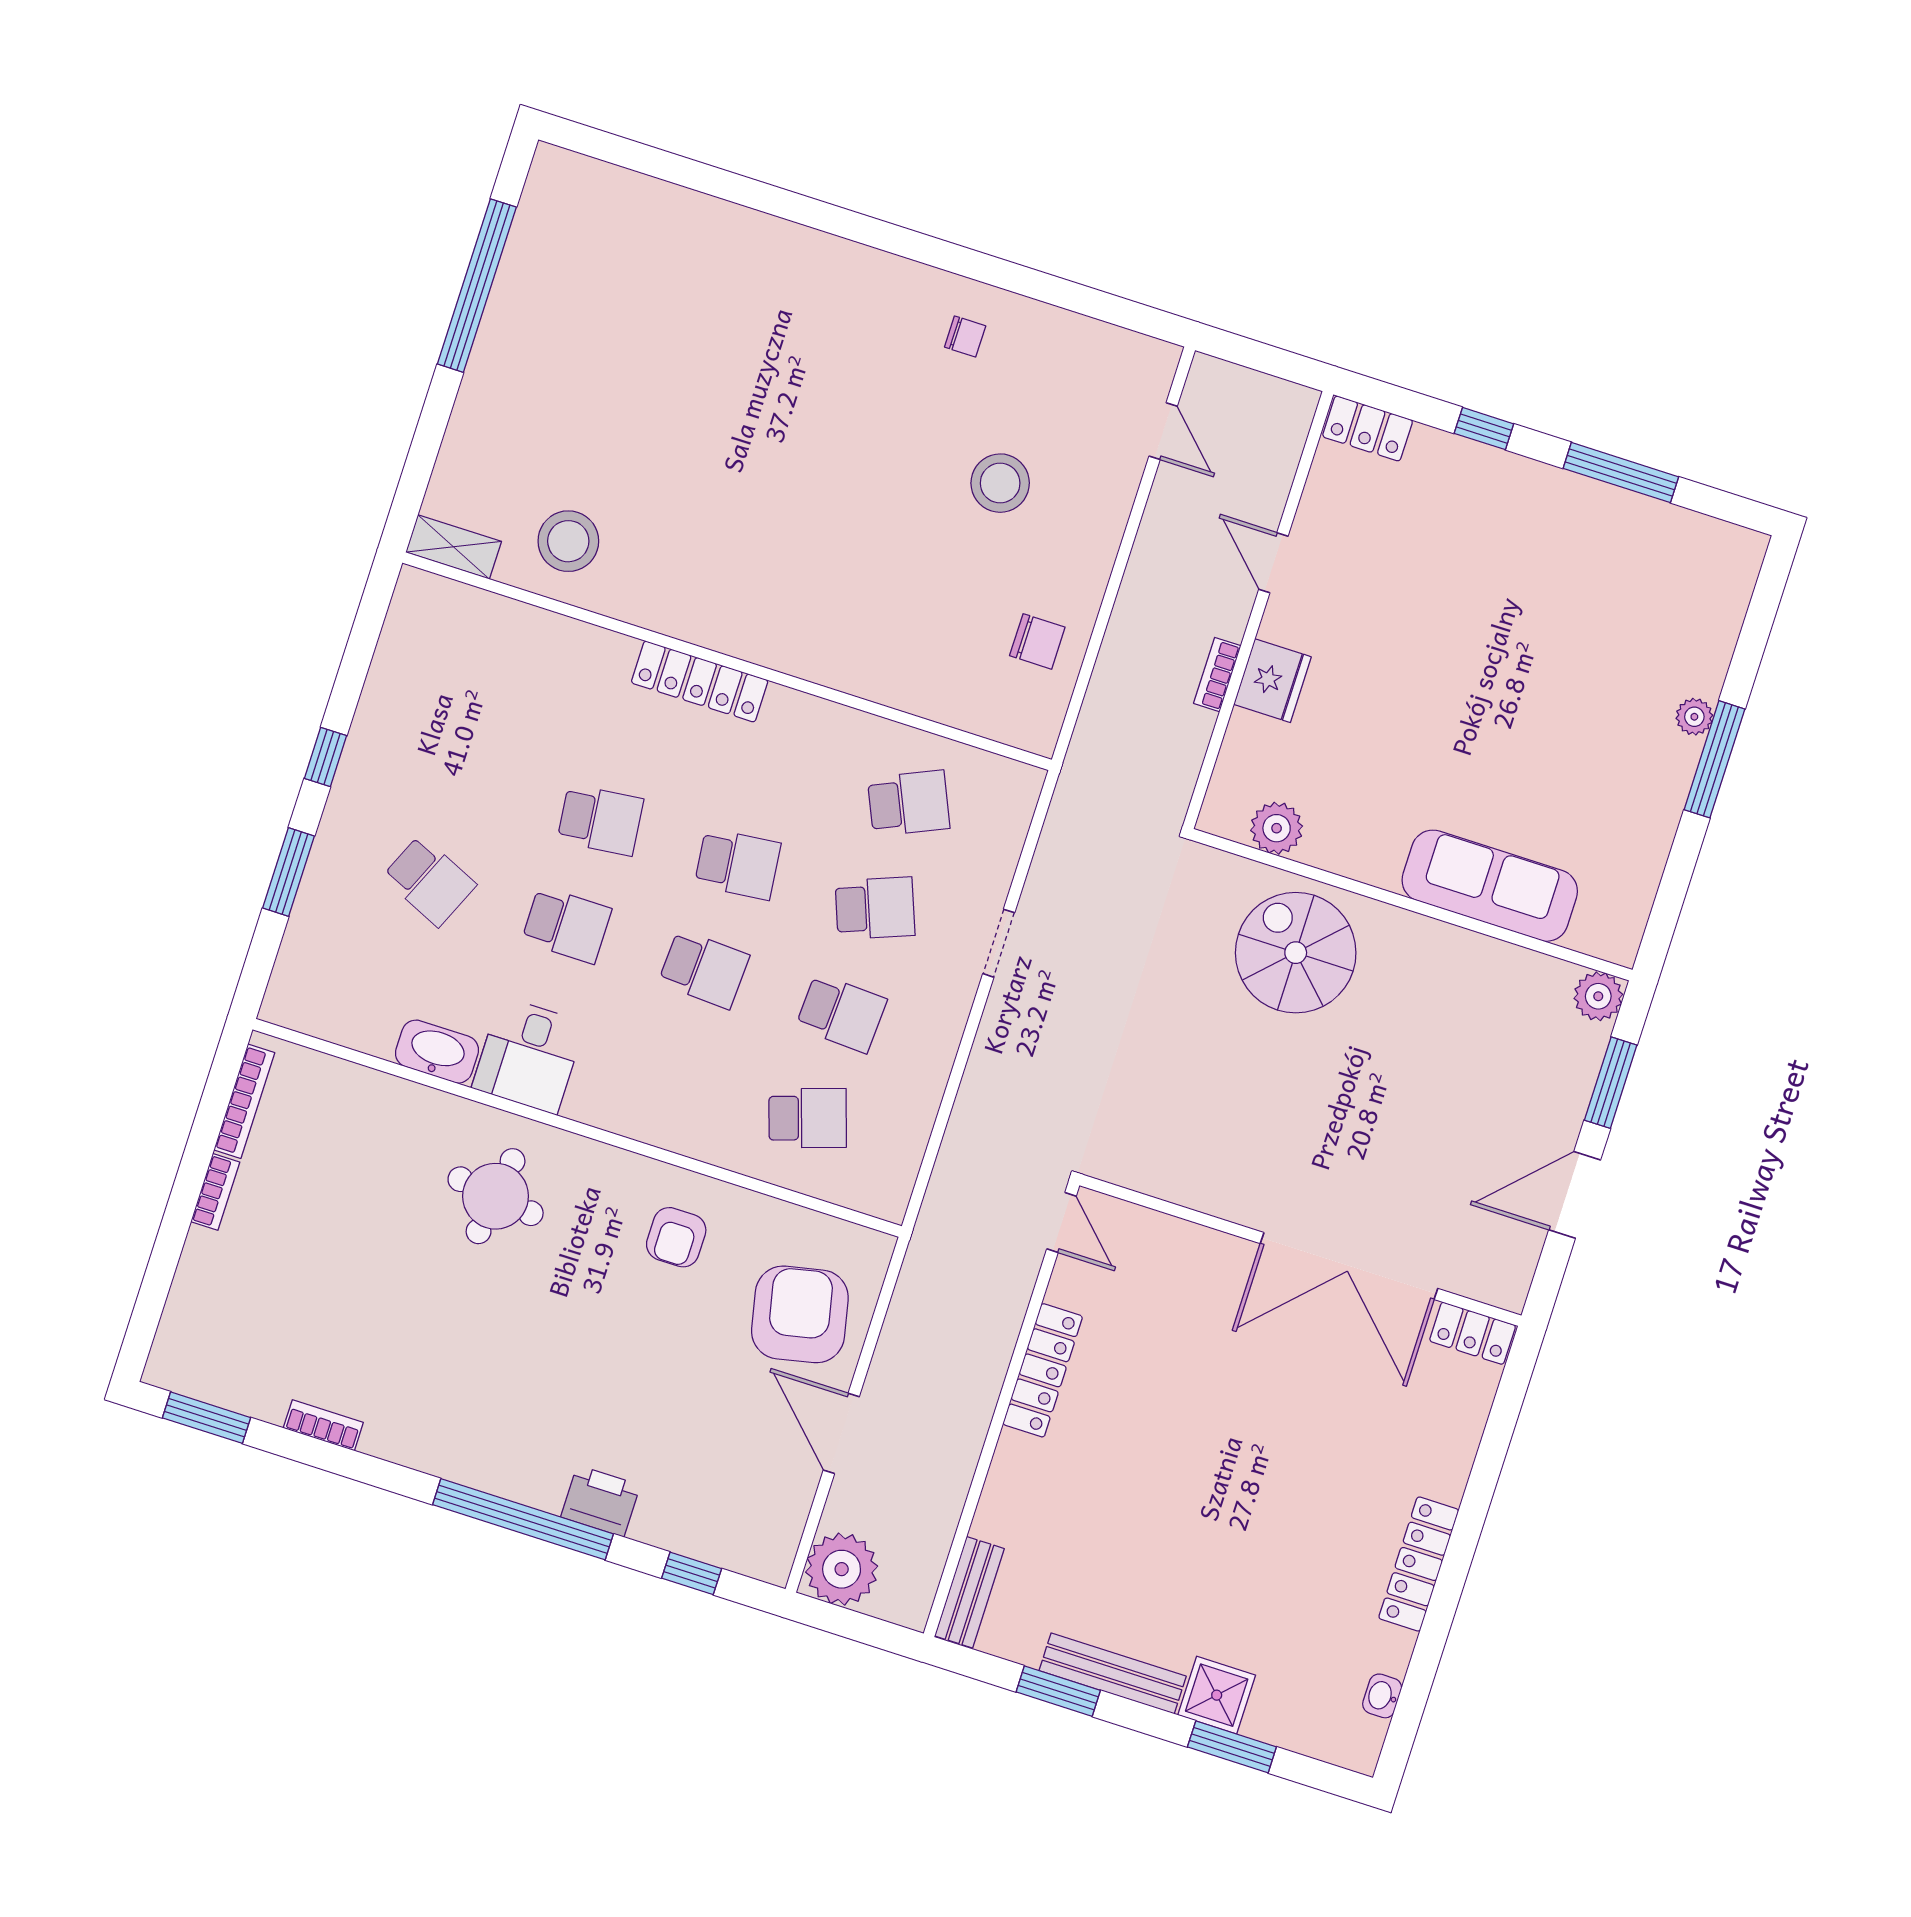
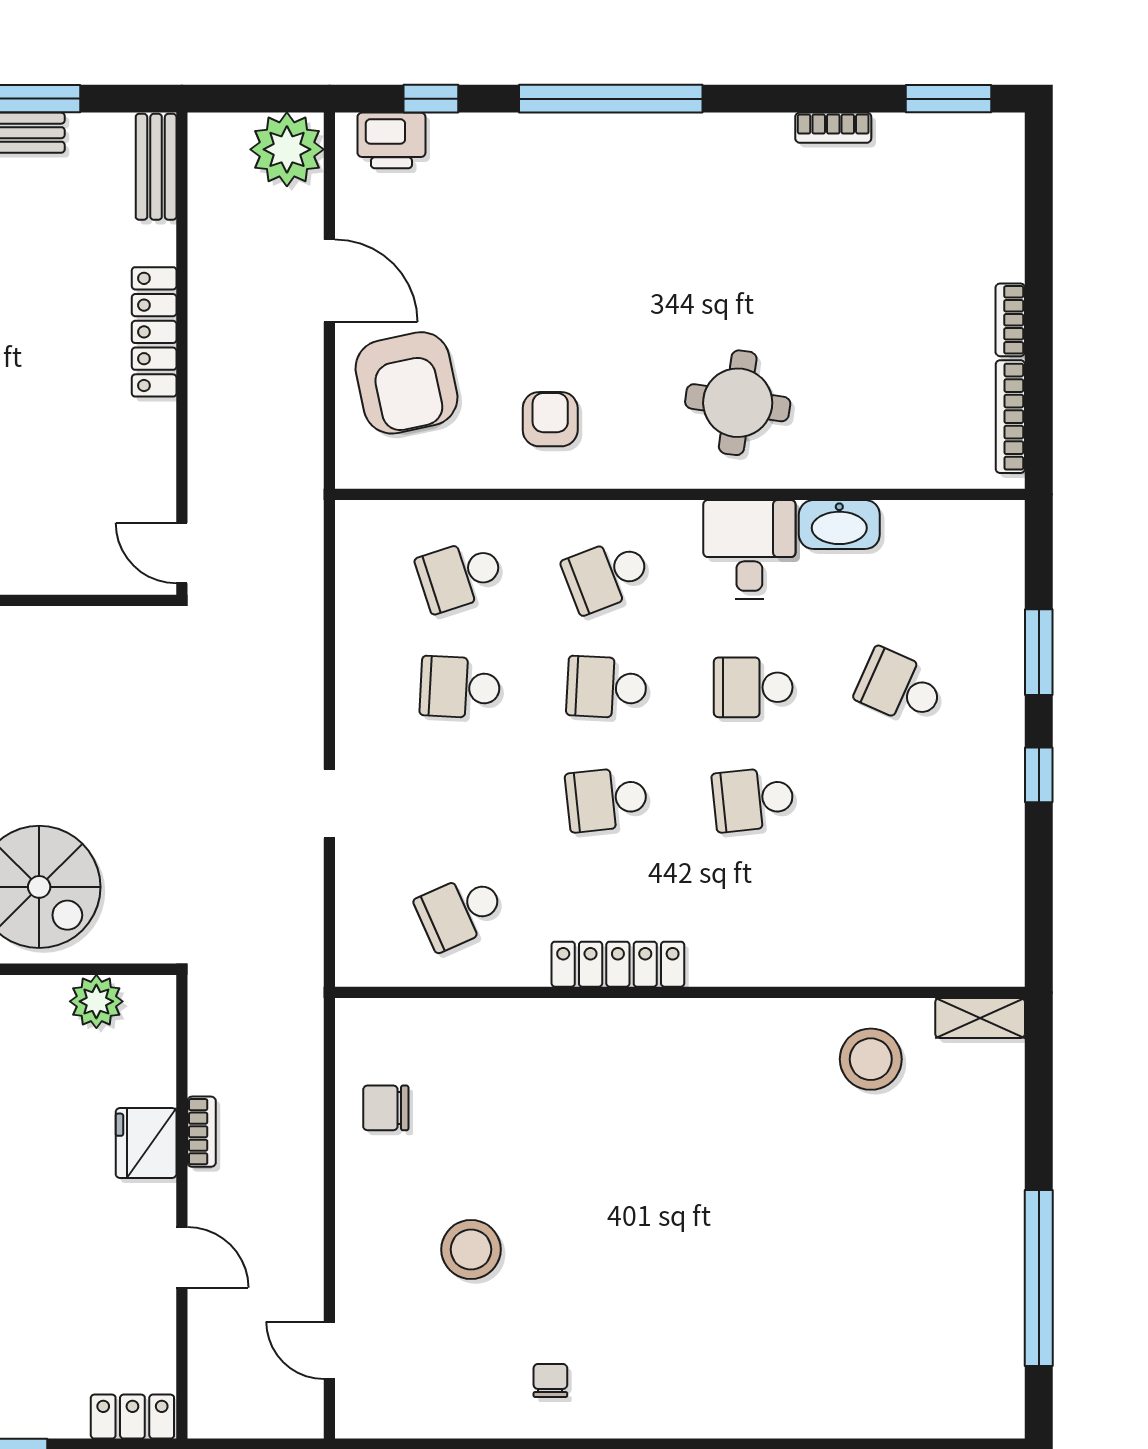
chair: (965, 336) -> (550, 1380), turned 90
locker: (700, 681) -> (618, 964), moved
school desk: (875, 908) -> (607, 575), moved
locker: (1043, 1370) -> (154, 332), moved
printer: (601, 1501) -> (391, 140), moved

